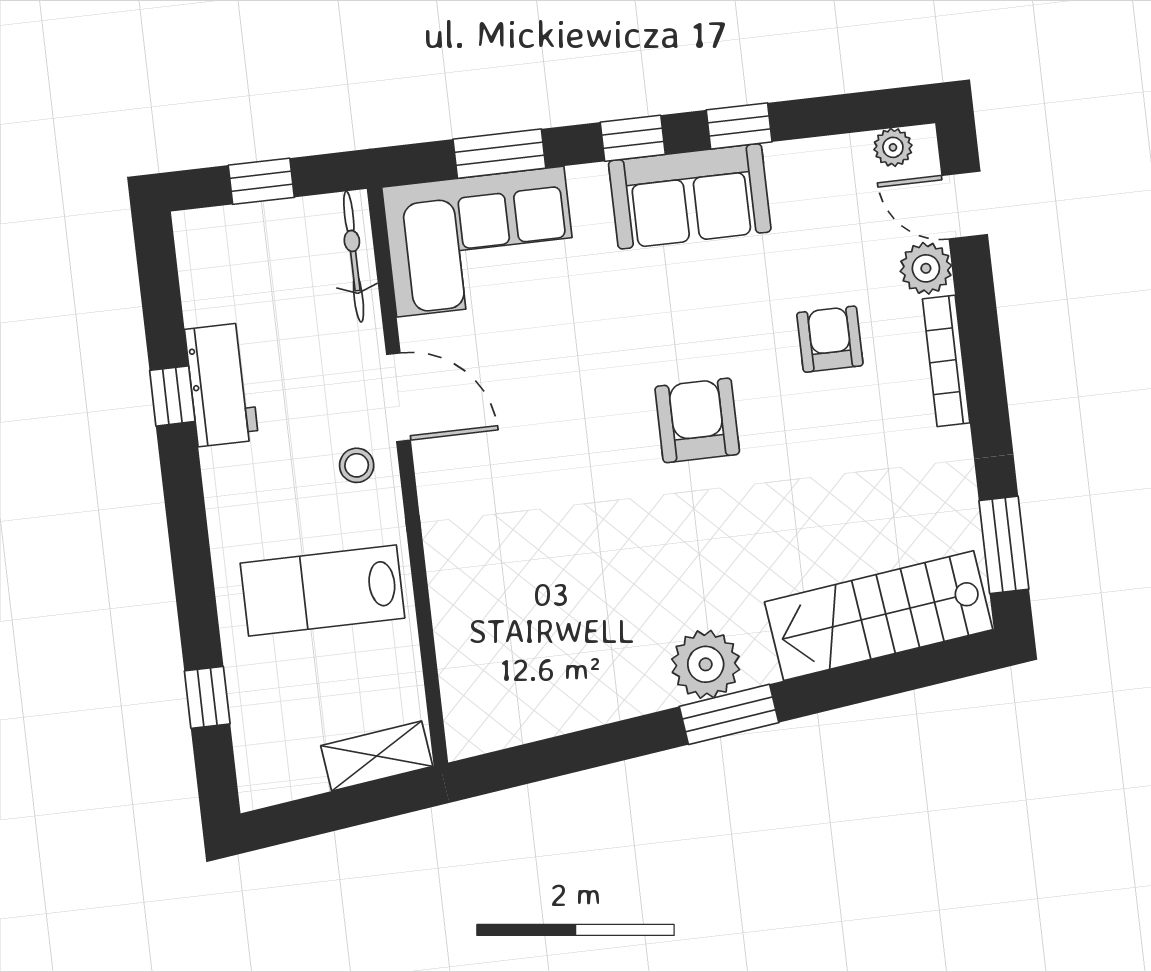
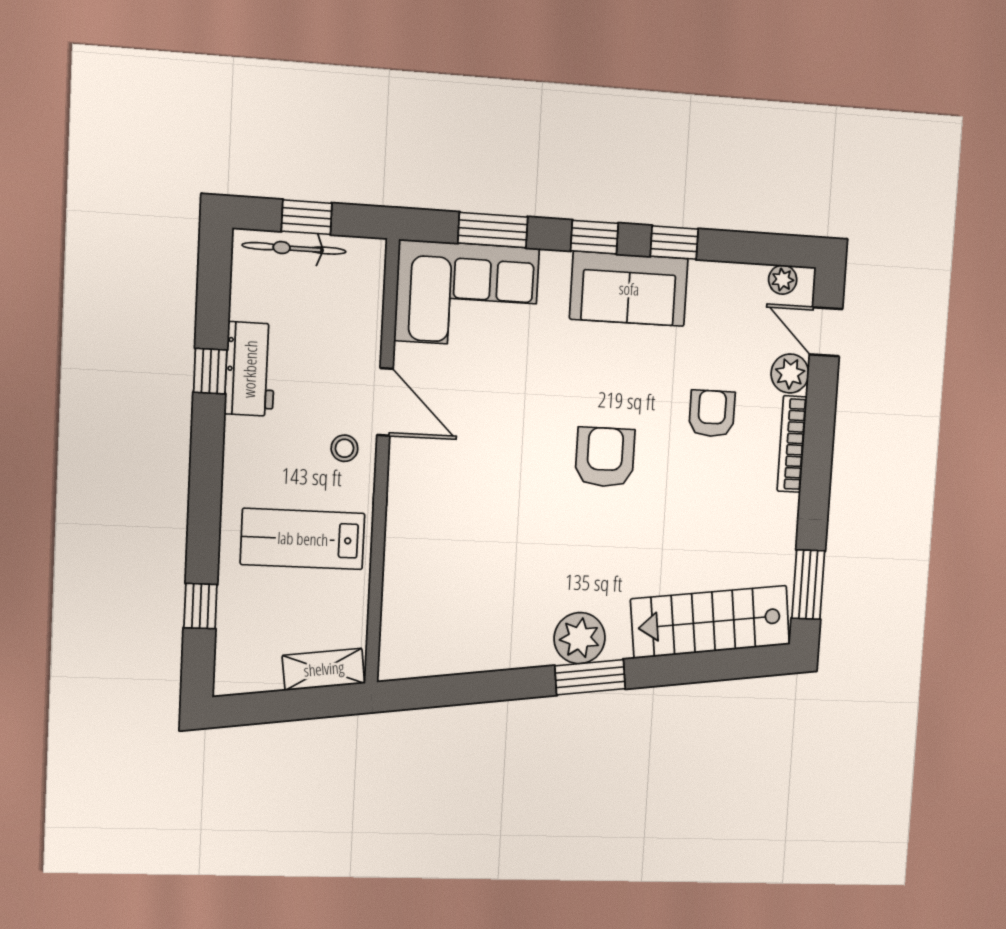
bicycle: (354, 257) -> (294, 248), moved, turned -90

